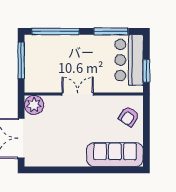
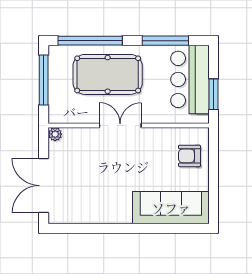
pool table: (68, 56) -> (108, 74), added
plant: (34, 105) -> (55, 134), width x0.53, depth x0.53
armchair: (129, 116) -> (189, 156), turned 57

